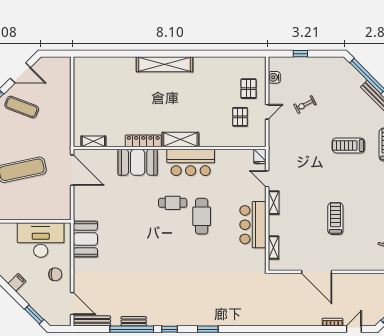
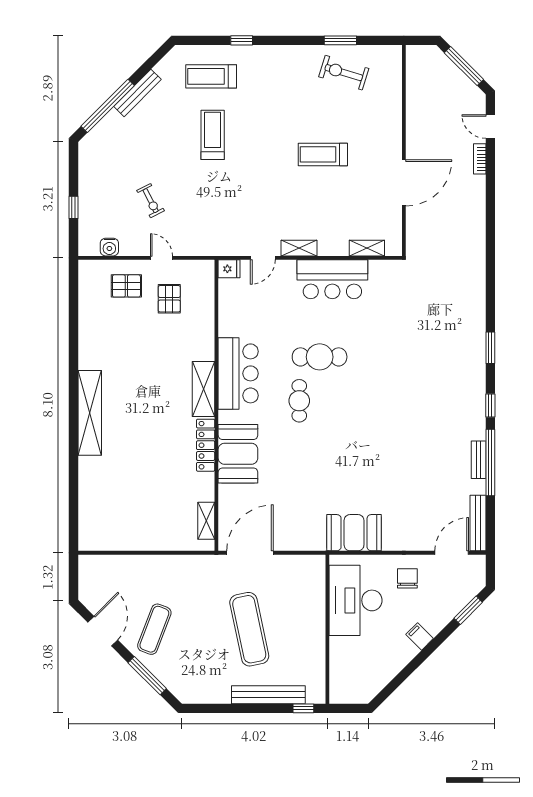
pallet: (240, 117) -> (169, 299), turned 90
treadmill: (348, 145) -> (213, 135), turned 180

